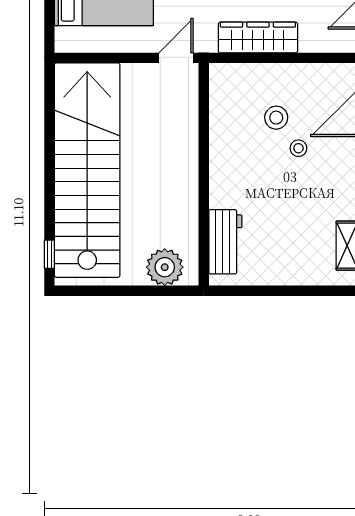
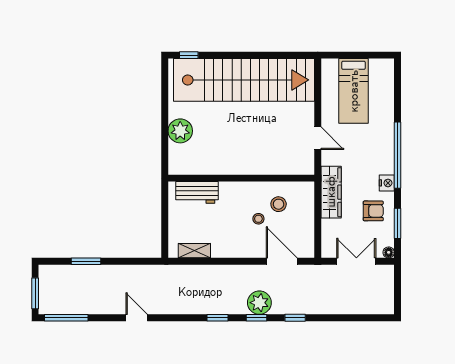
wall: (204, 174) -> (241, 178), moved
workbench: (225, 242) -> (197, 192), moved

